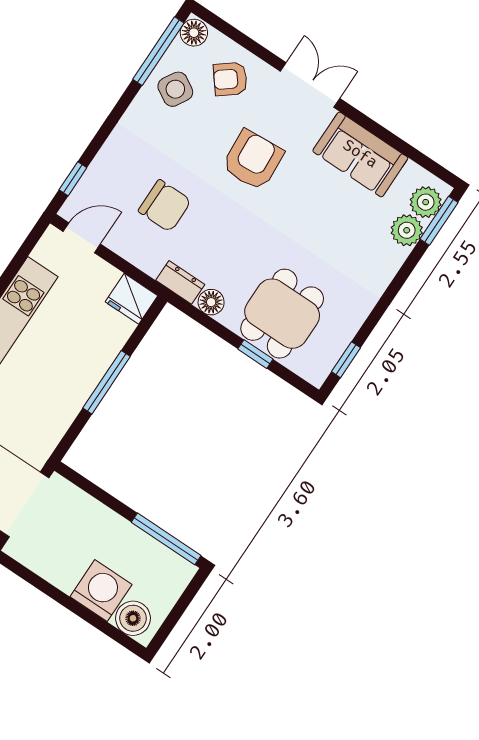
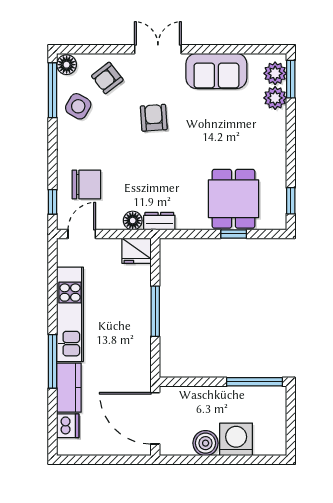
armchair: (253, 160) -> (154, 118), width x0.72, depth x0.72
chair: (165, 206) -> (86, 185), moved
floor lamp: (211, 302) -> (133, 221), moved
boiler: (133, 618) -> (206, 443), moved

